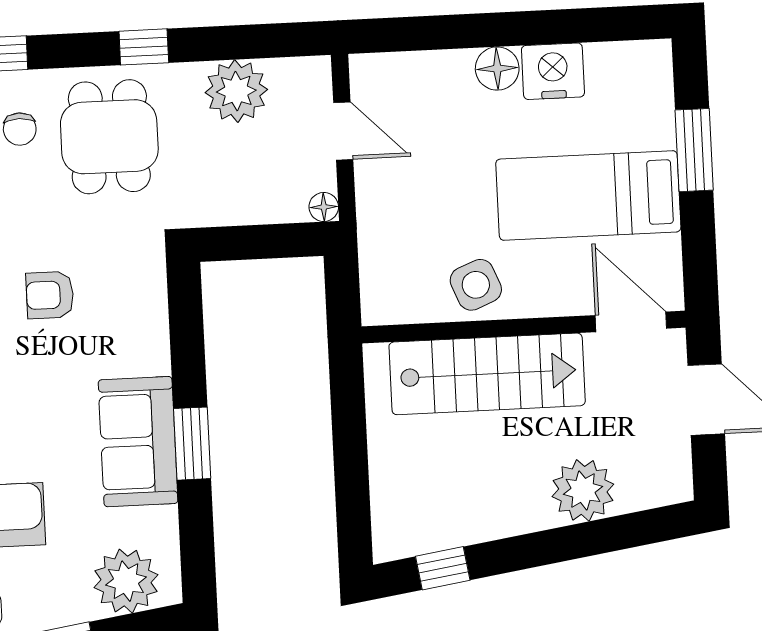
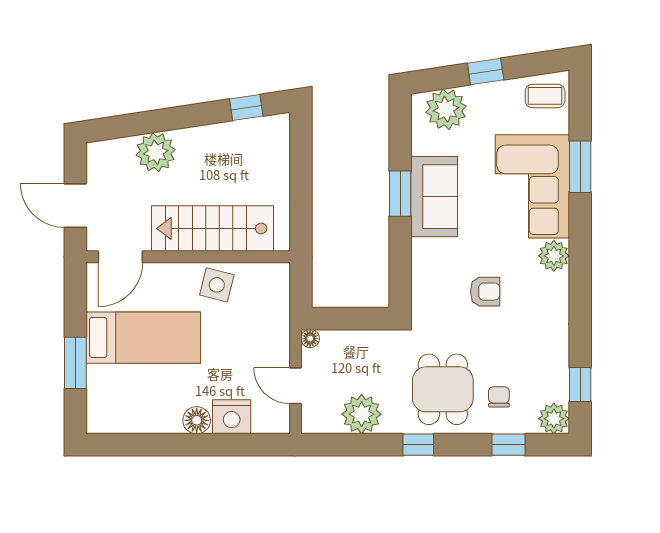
nightstand: (553, 71) -> (232, 417), moved
side table: (476, 285) -> (217, 285), turned 36
door: (631, 322) -> (120, 257), hinge flipped

